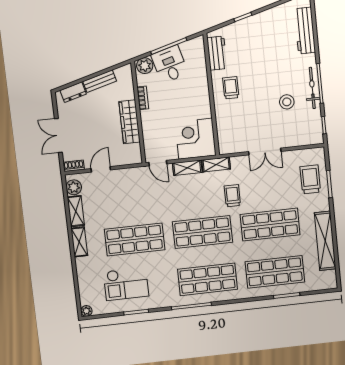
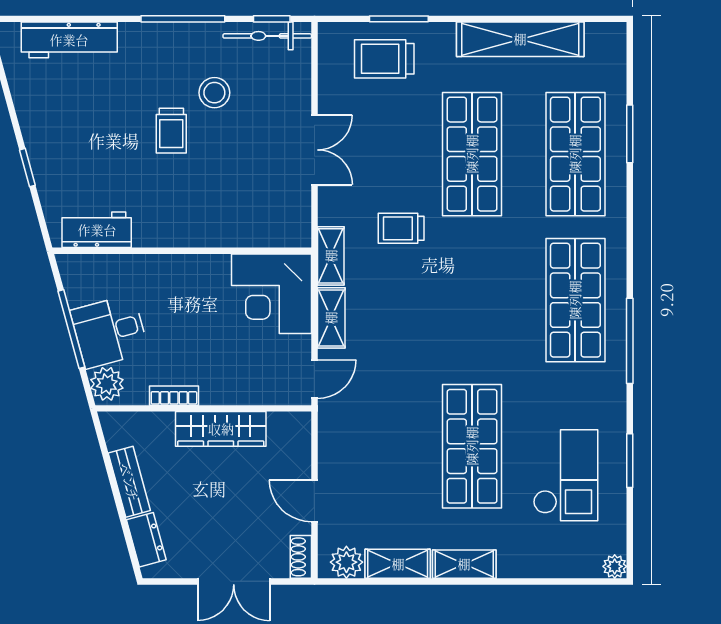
trolley: (231, 88) -> (171, 131), moved, turned -90
bicycle: (312, 88) -> (267, 36), moved
shop shelf: (202, 232) -> (472, 300), removed

